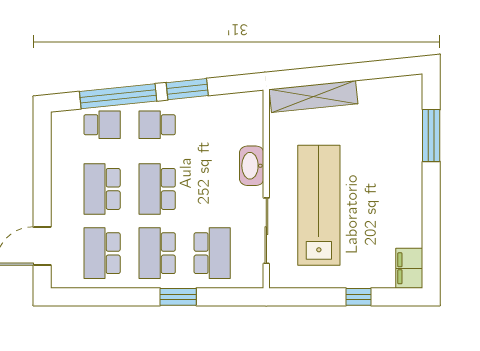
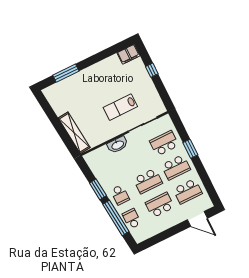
school desk: (102, 189) -> (160, 205), turned 180
lab bench: (319, 205) -> (120, 107), width x0.54, depth x0.72

